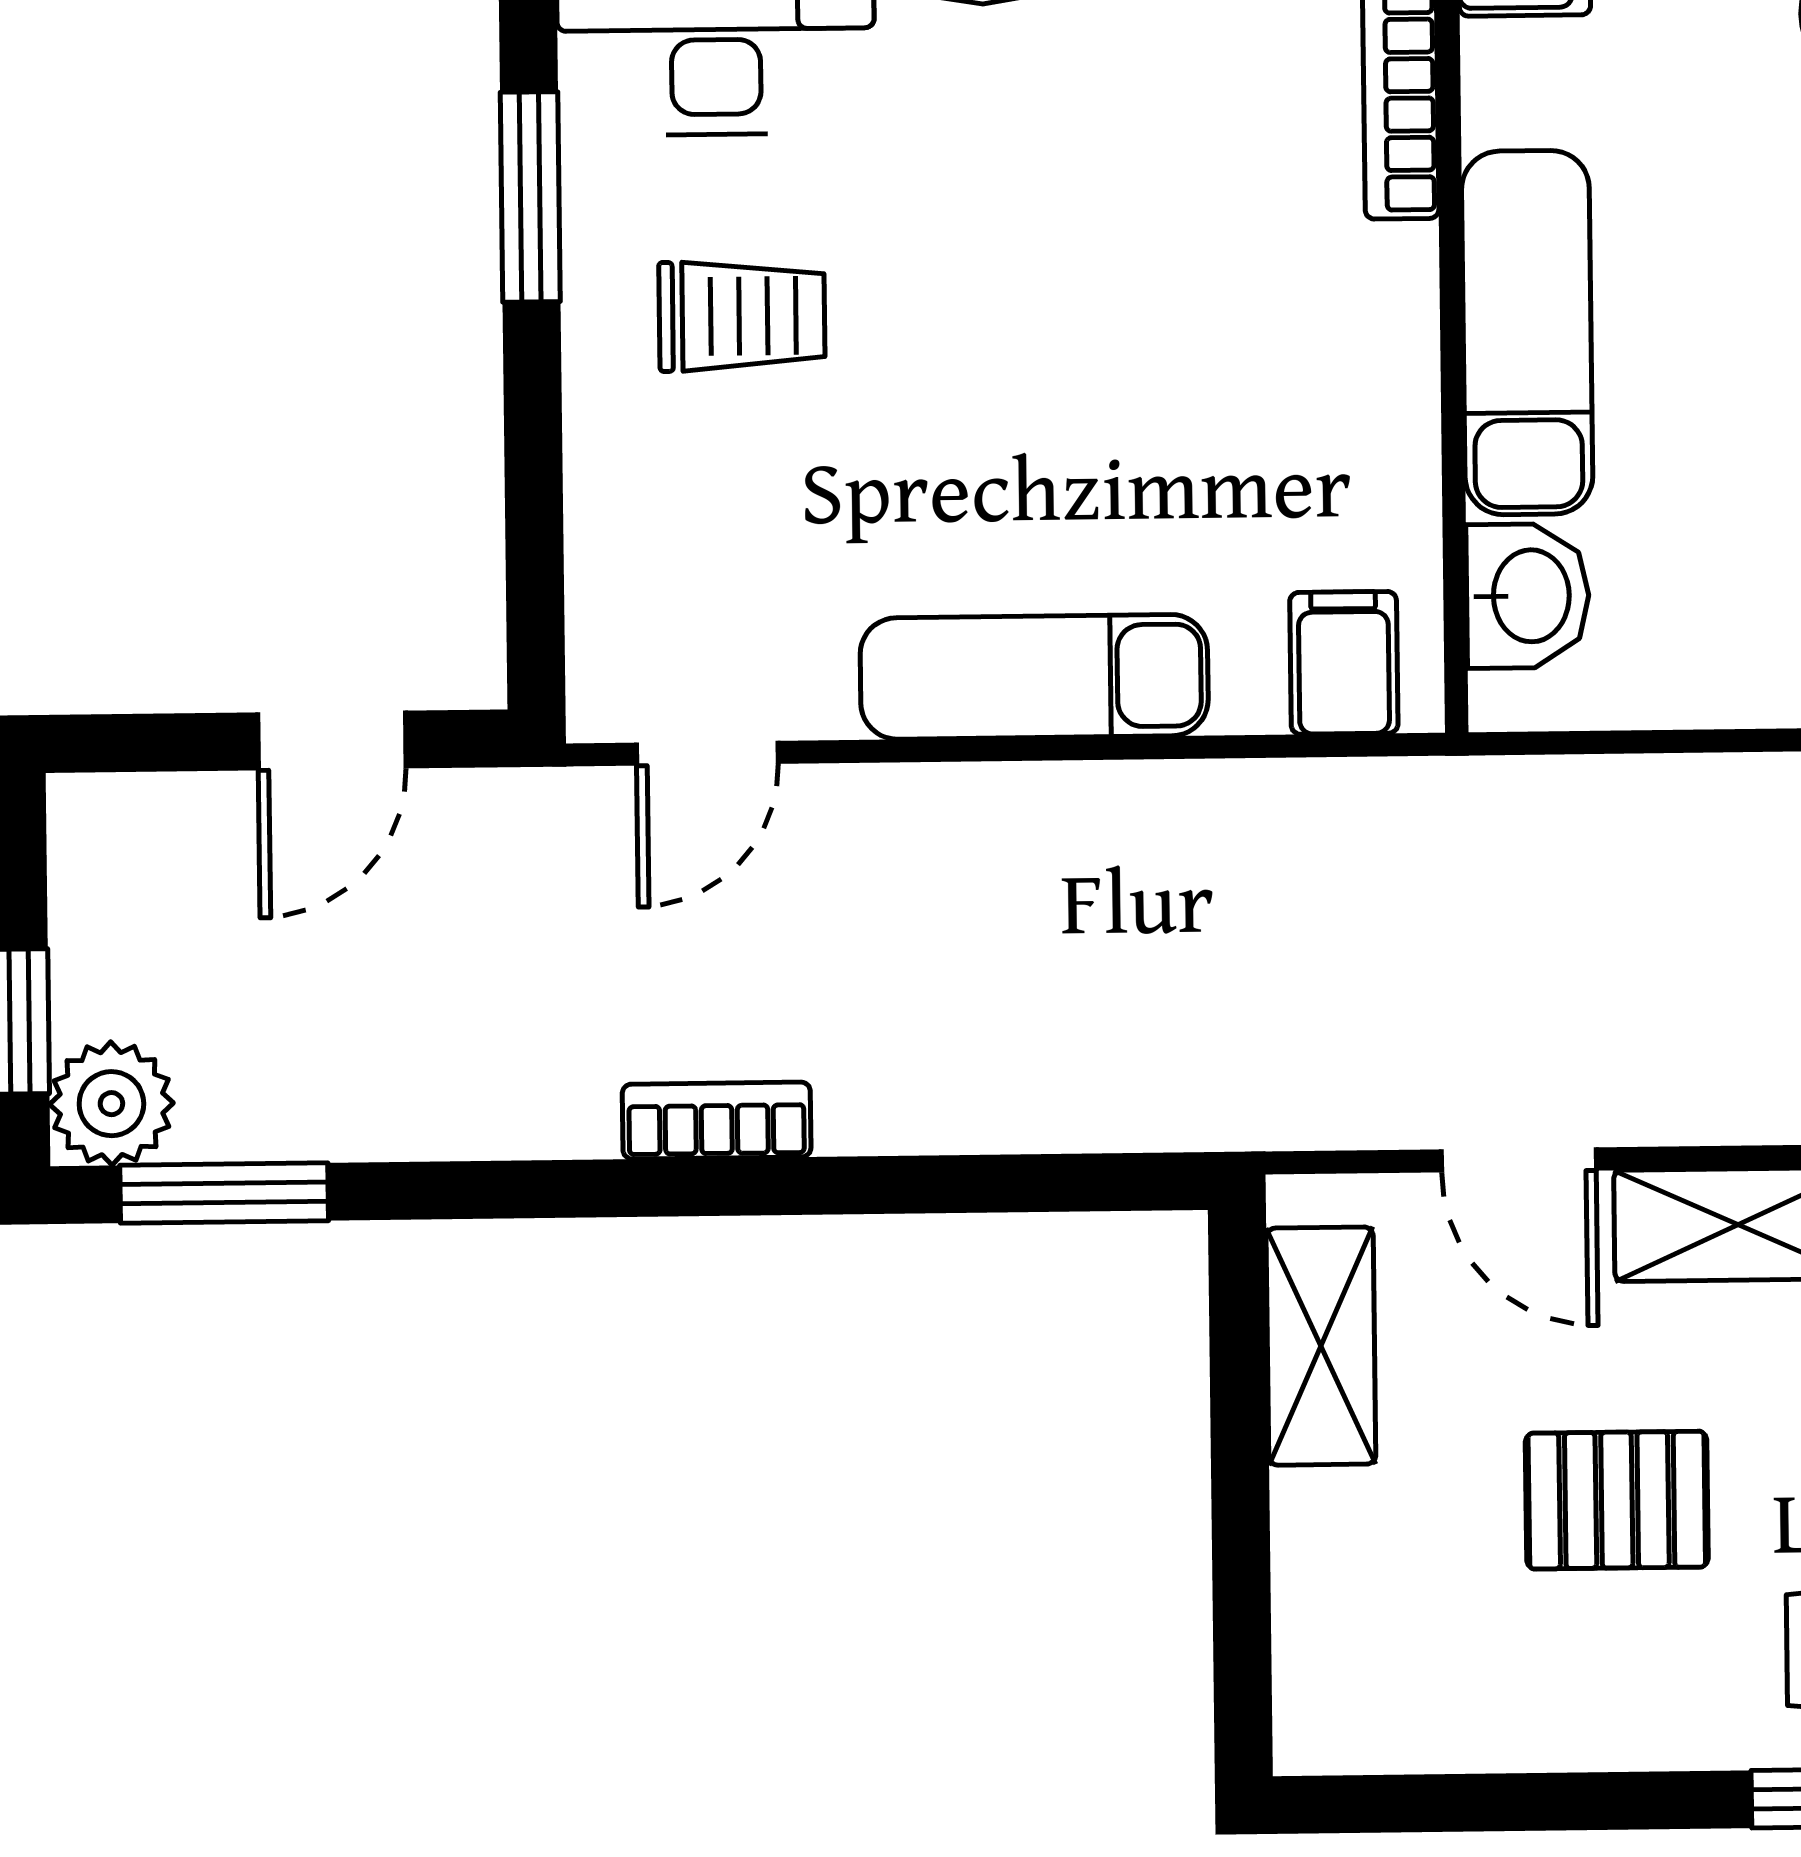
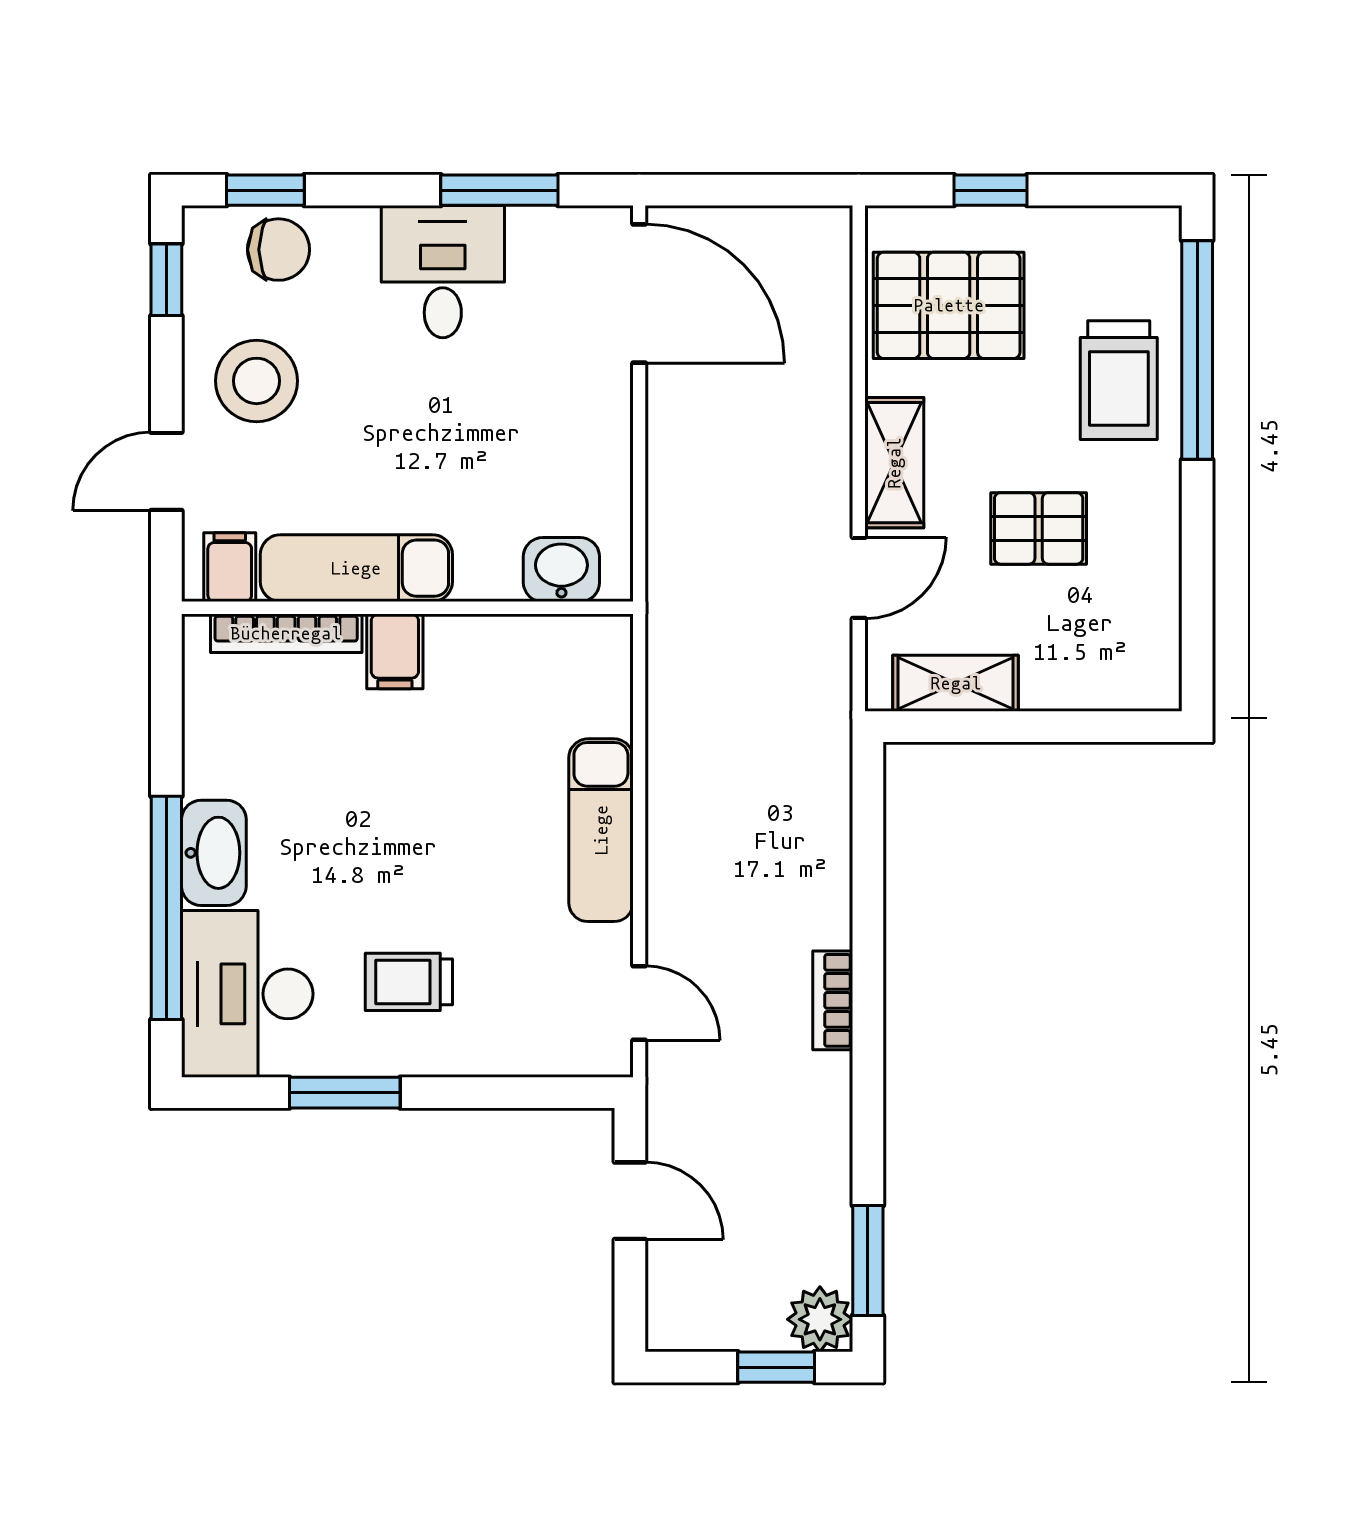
trolley: (742, 316) -> (409, 982), turned -90
exam couch: (1527, 333) -> (356, 568), moved
filing cabinet: (1344, 663) -> (395, 651), moved, turned -90
pallet: (1617, 1500) -> (1039, 528), turned 90

